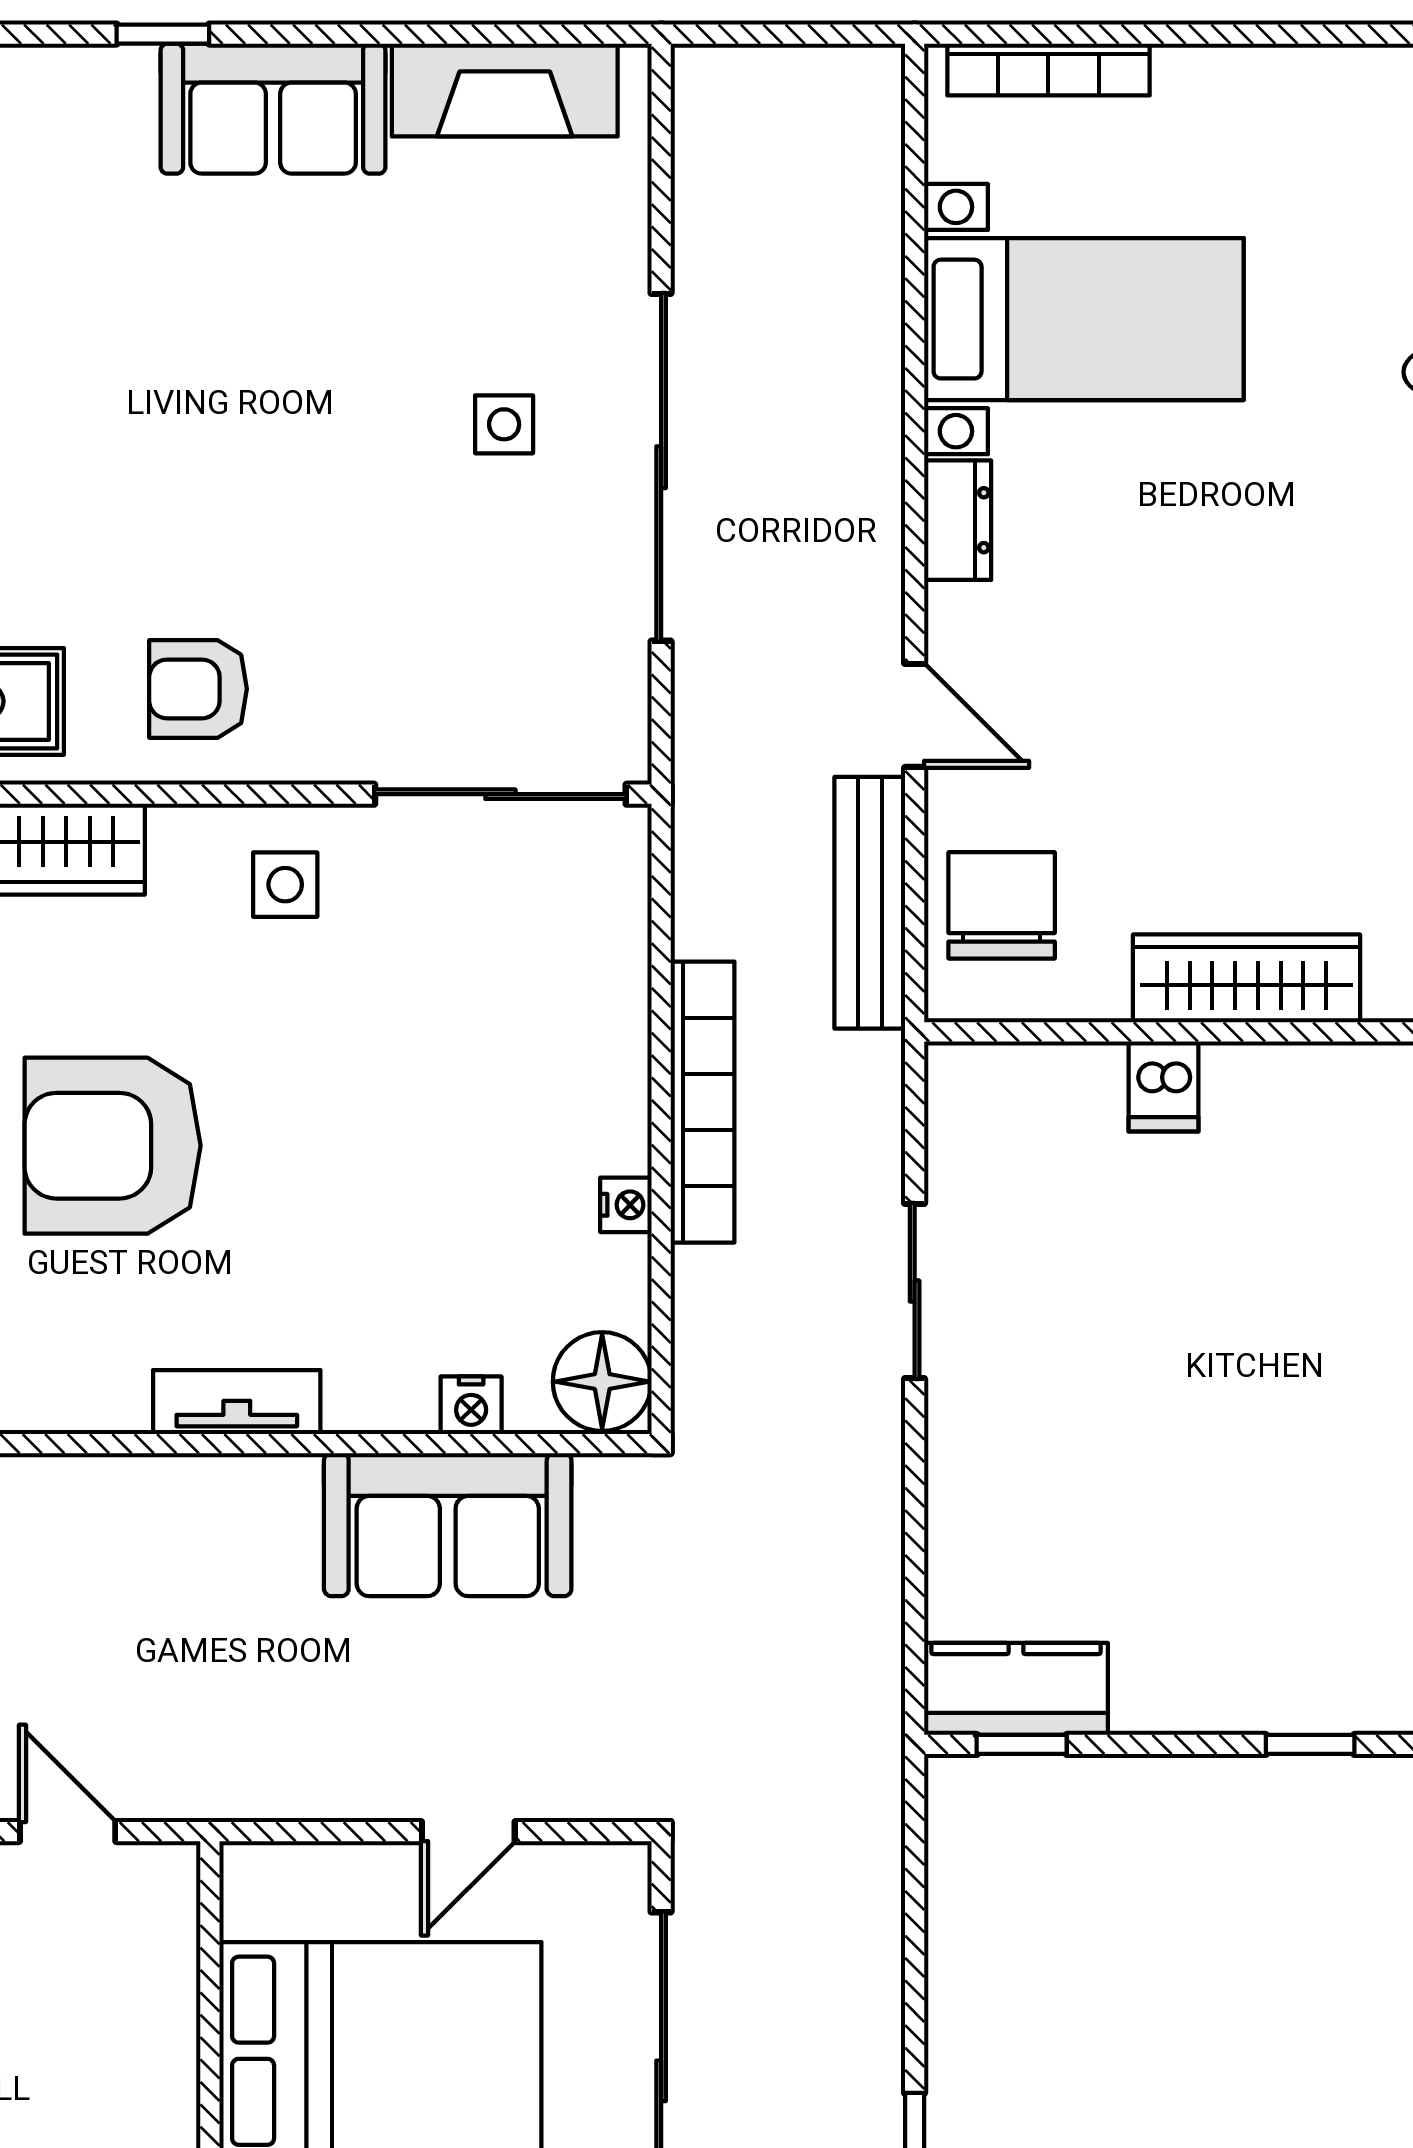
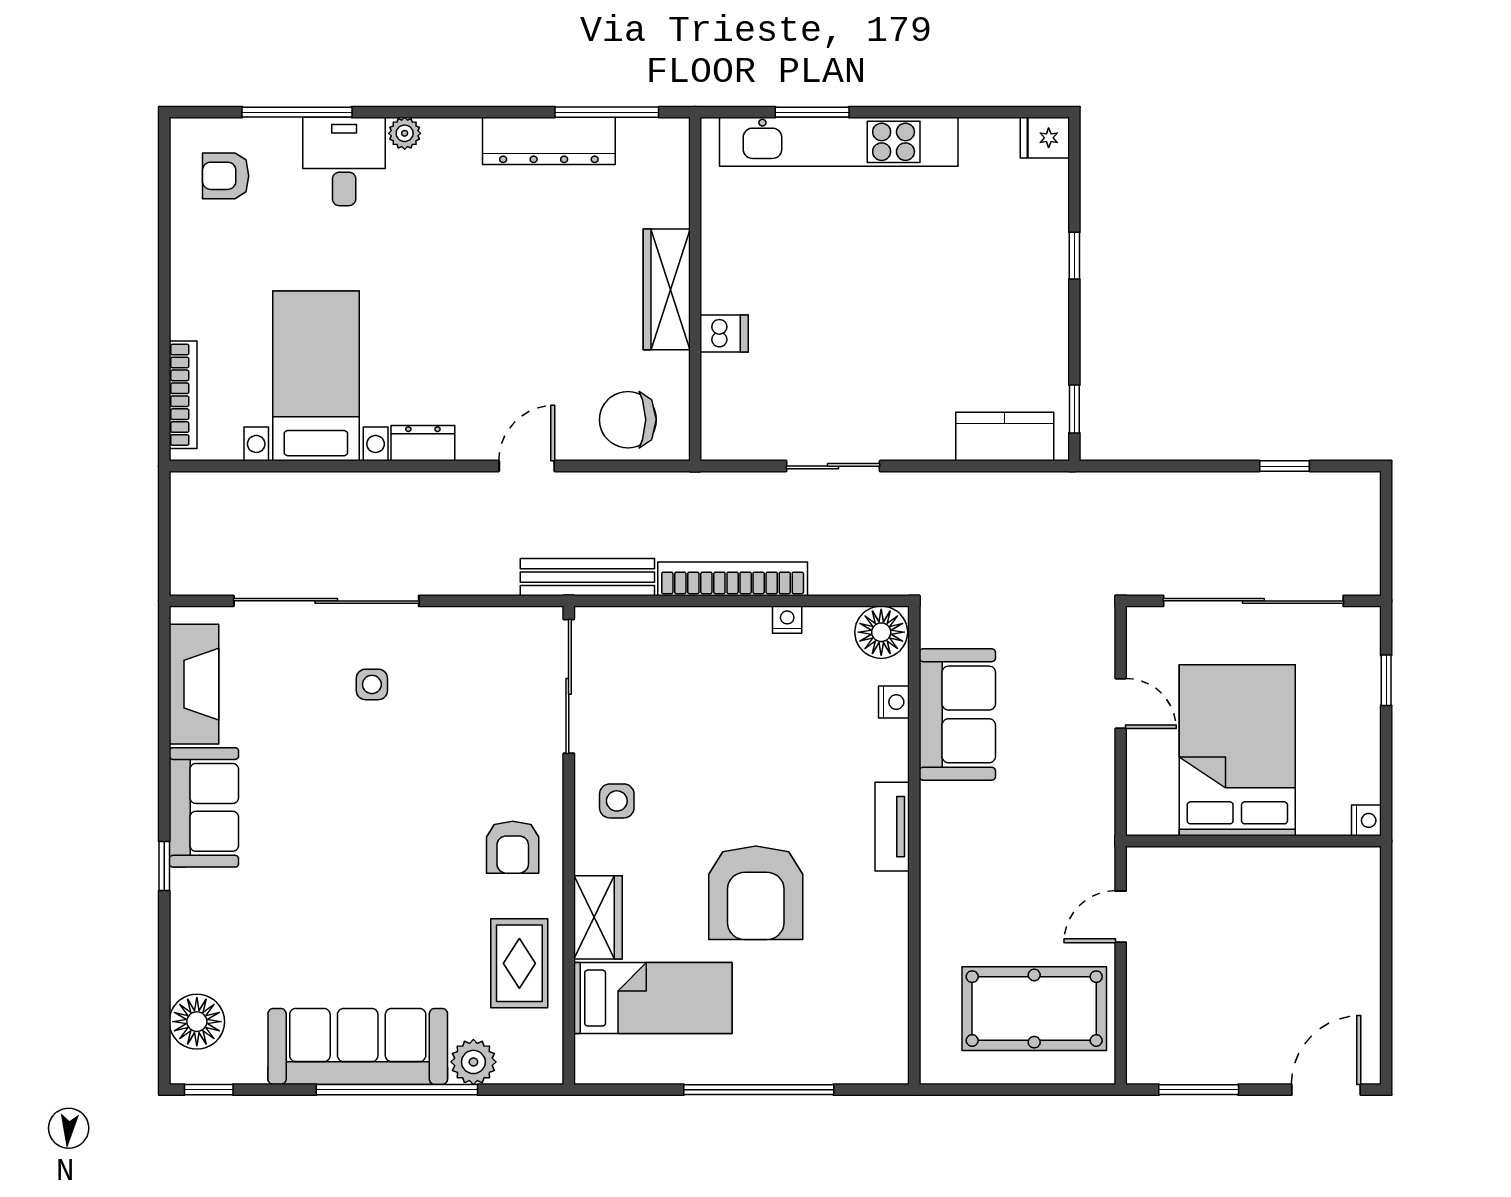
sliding door: (661, 467) -> (326, 601), moved
bench: (870, 903) -> (587, 577), moved
kitchen counter: (1016, 1689) -> (1005, 437), moved, turned 90

